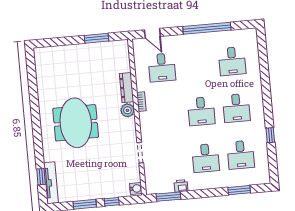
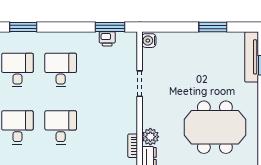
meeting table: (76, 123) -> (215, 127), turned 90
printer: (181, 186) -> (107, 39), moved
window: (112, 202) -> (180, 27), removed

